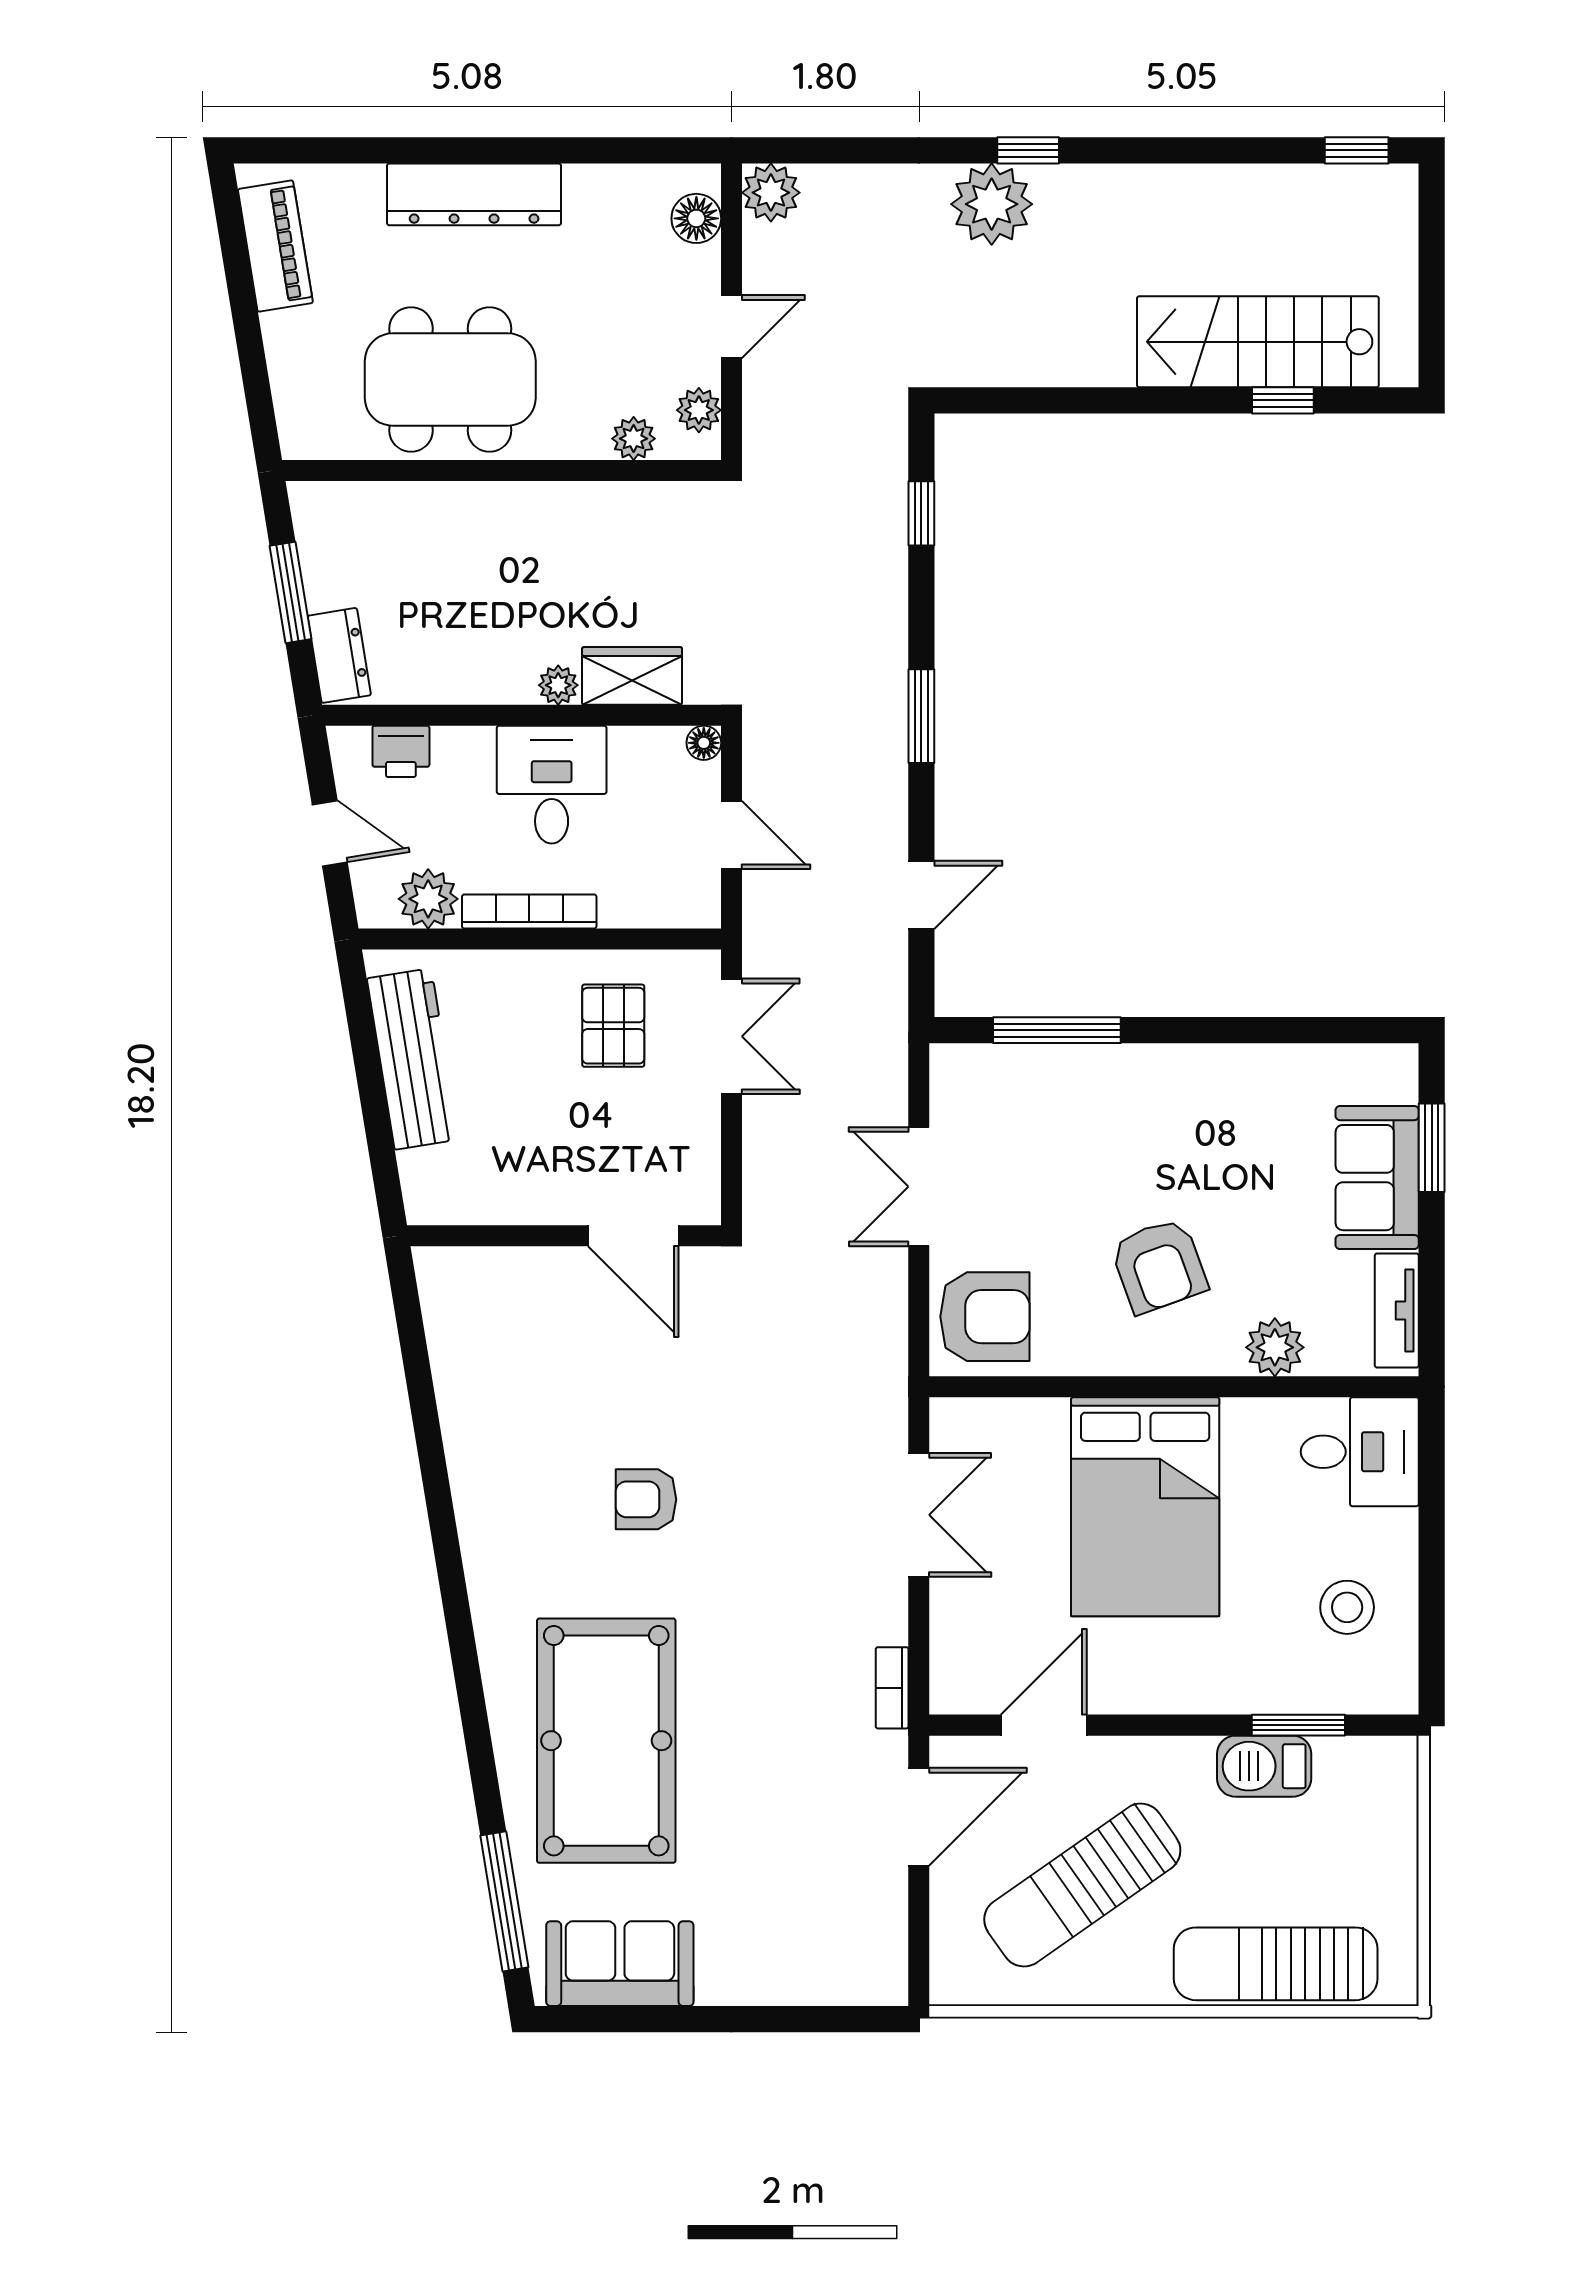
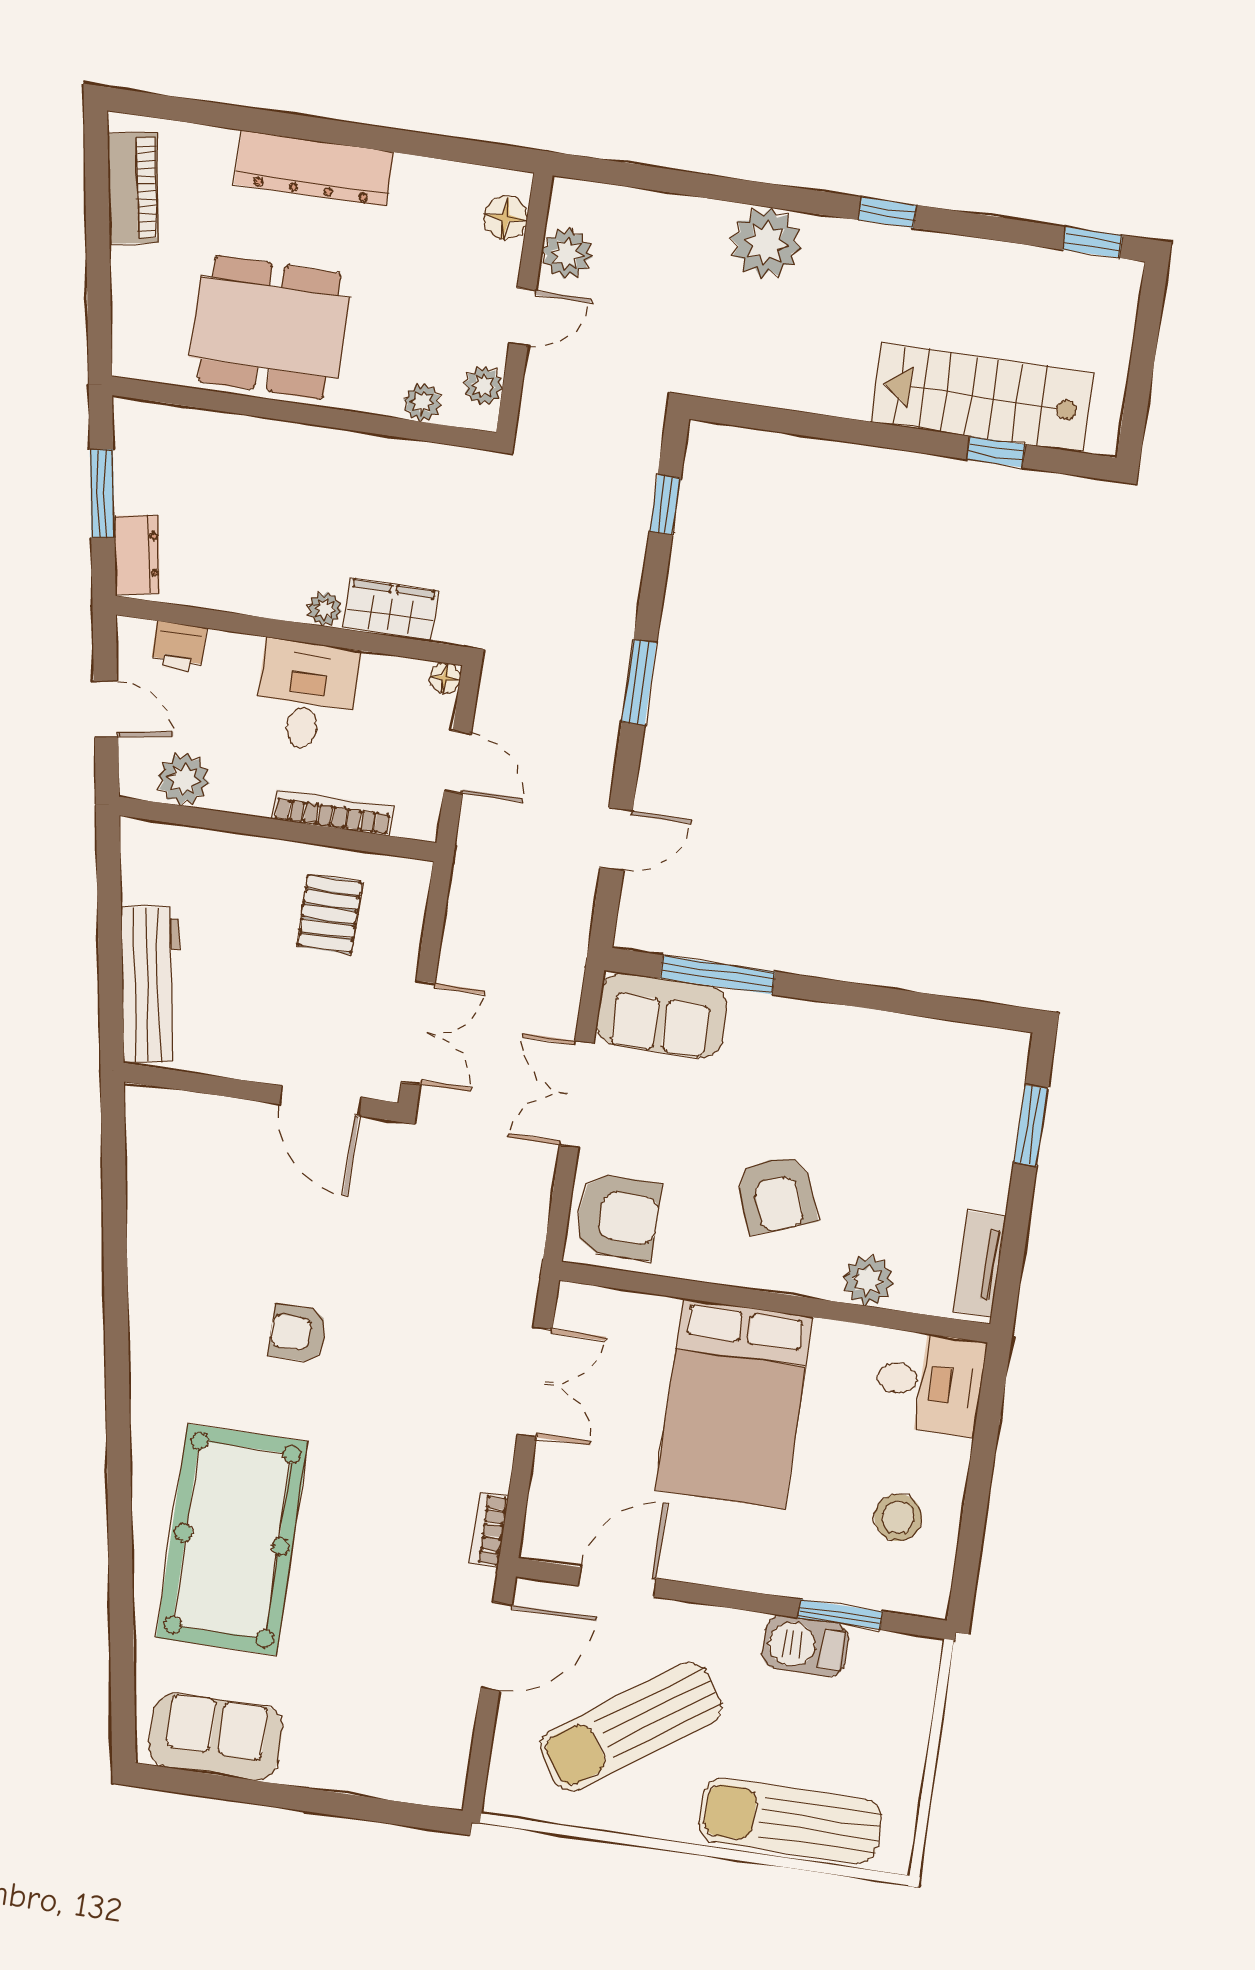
window: (1028, 150) -> (887, 213), moved
plant: (771, 193) -> (567, 253), moved
bookcase: (529, 911) -> (333, 813), moved
double door: (731, 1036) -> (418, 1032), moved
workbench: (413, 1059) -> (151, 984), moved
sofa: (1377, 1178) -> (662, 1015), moved, turned -90
window: (504, 1901) -> (122, 1667), removed

